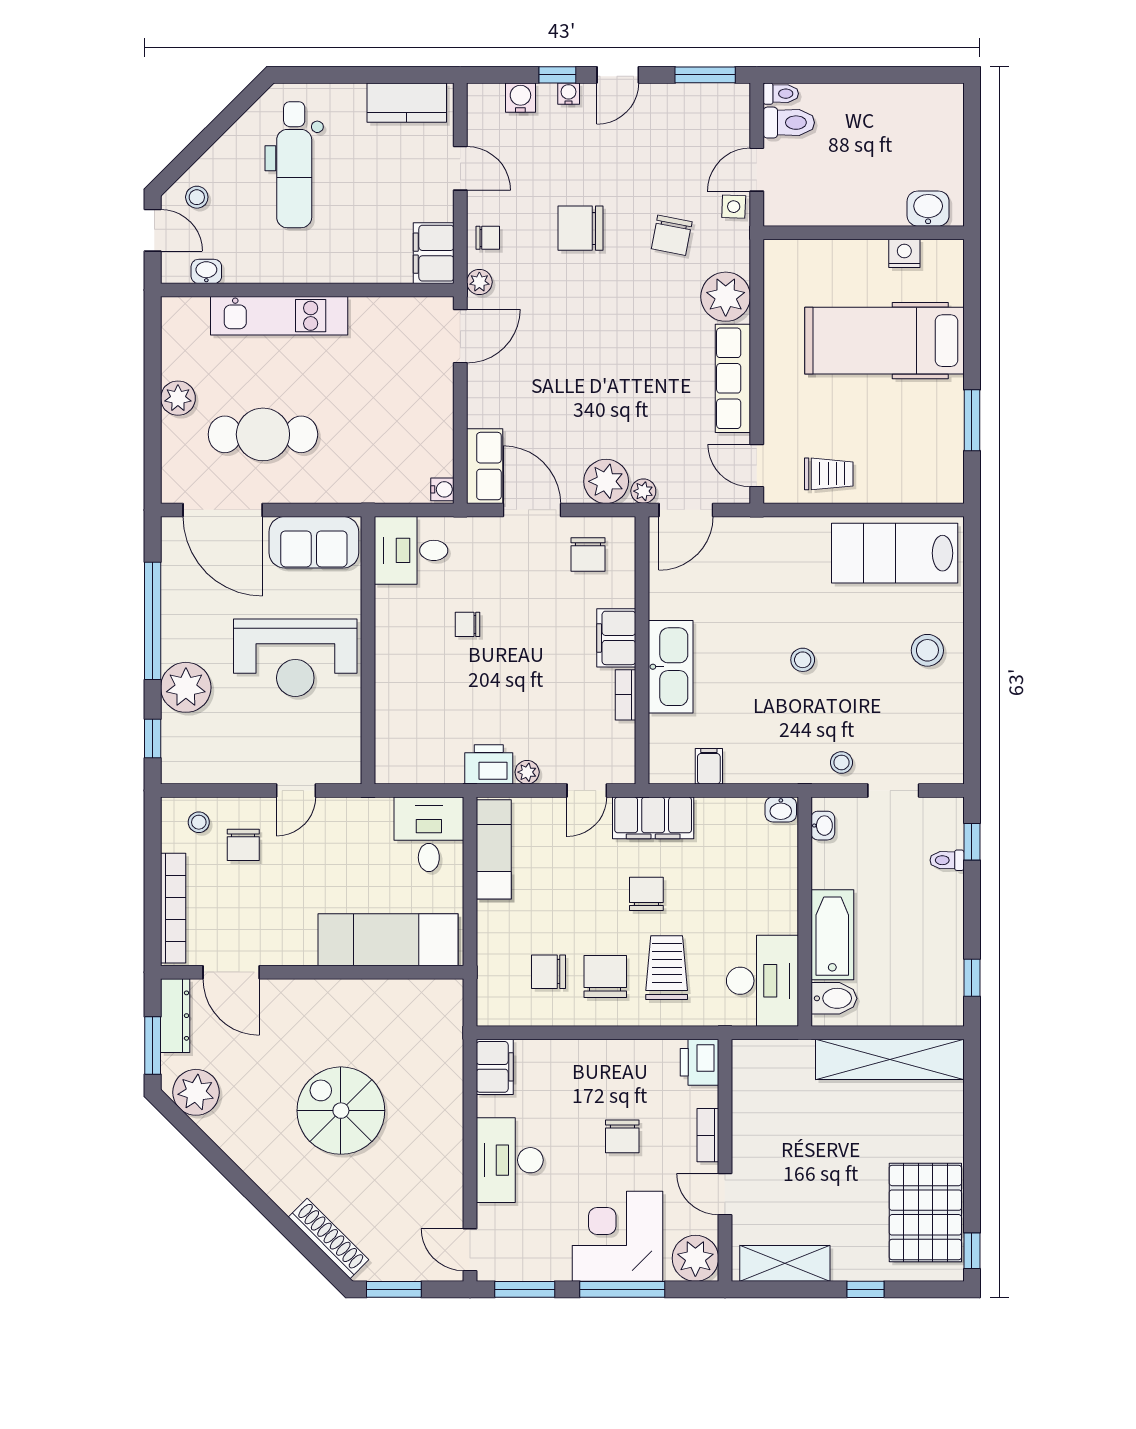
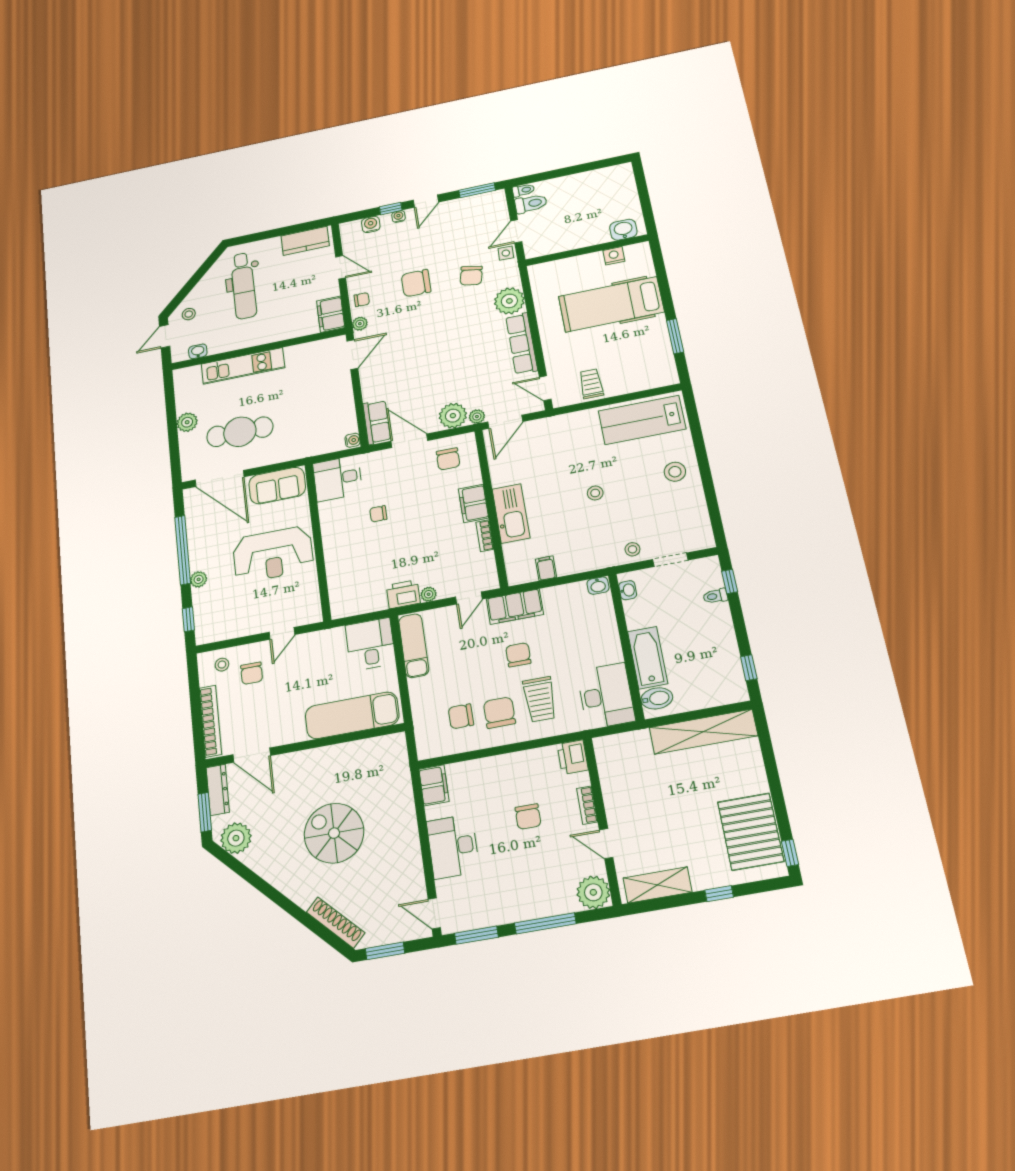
door: (153, 230) -> (165, 336), swing flipped
trolley: (829, 474) -> (591, 384), turned -90
plant: (186, 687) -> (199, 579), width x0.53, depth x0.53
trolley: (667, 968) -> (540, 699), turned 180
corner desk: (618, 1236) -> (536, 886), removed

